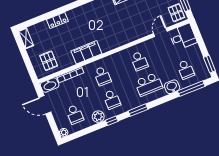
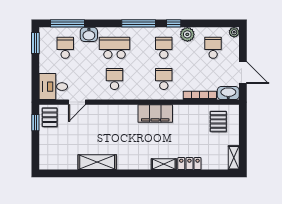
shelving: (77, 12) -> (164, 164), added
filing cabinet: (86, 52) -> (155, 114), moved
window: (138, 110) -> (139, 23), width x1.44

